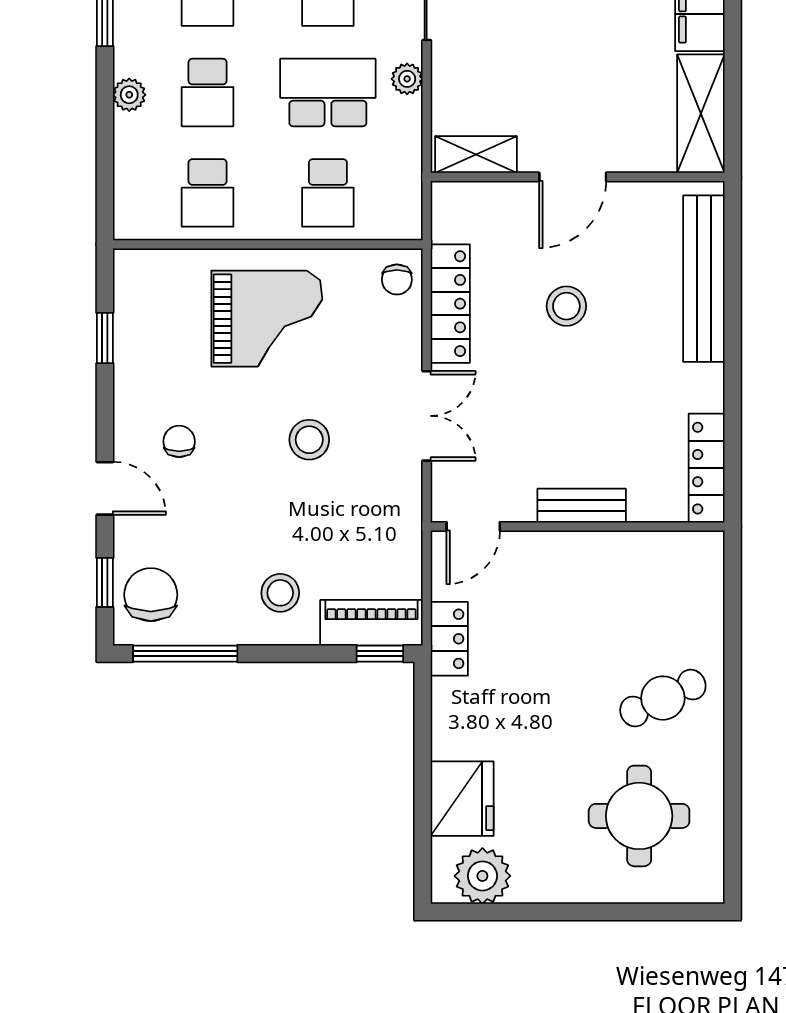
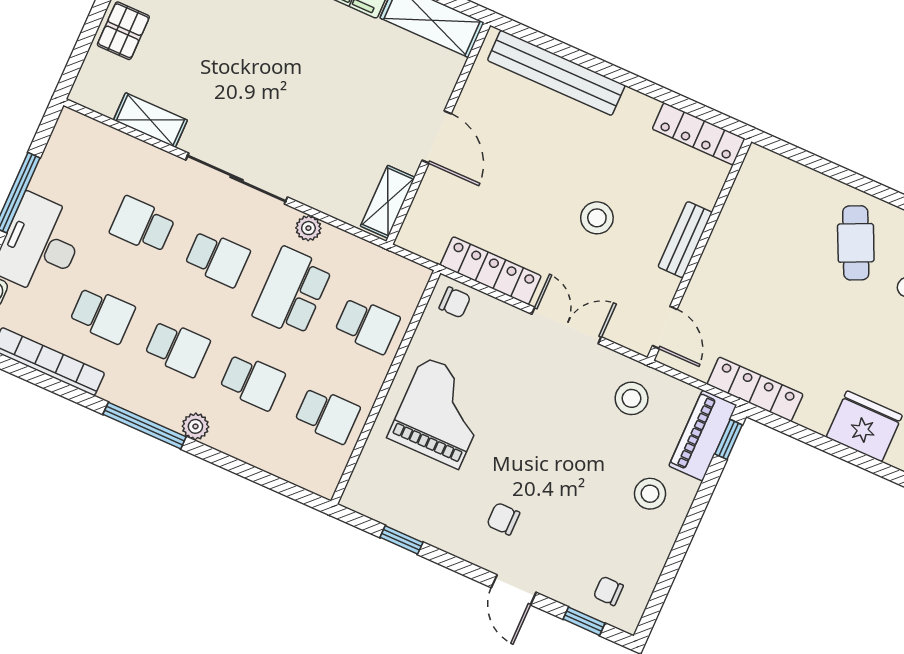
plant: (129, 95) -> (195, 426), moved
stool: (566, 306) -> (597, 218), moved
stool: (309, 440) -> (632, 398), moved
door: (105, 488) -> (514, 590), swing flipped
chair: (151, 595) -> (608, 591), width x0.54, depth x0.54
locker: (449, 639) -> (755, 389), width x1.53
window: (185, 654) -> (664, 585), removed

